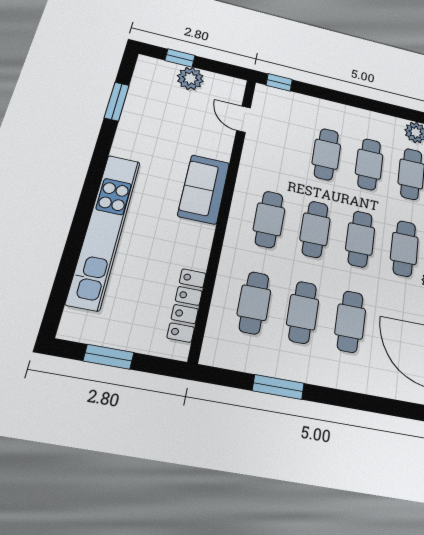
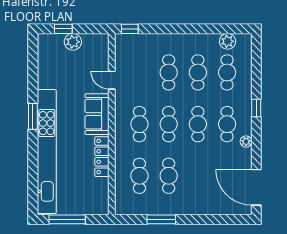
window: (117, 102) -> (33, 116), moved
door: (244, 119) -> (112, 80), moved
kitchen unit: (104, 230) -> (47, 152), width x1.36
locker: (187, 305) -> (102, 157), moved
cafe table: (350, 322) -> (198, 176), removed
window: (109, 357) -> (67, 219), width x1.44

